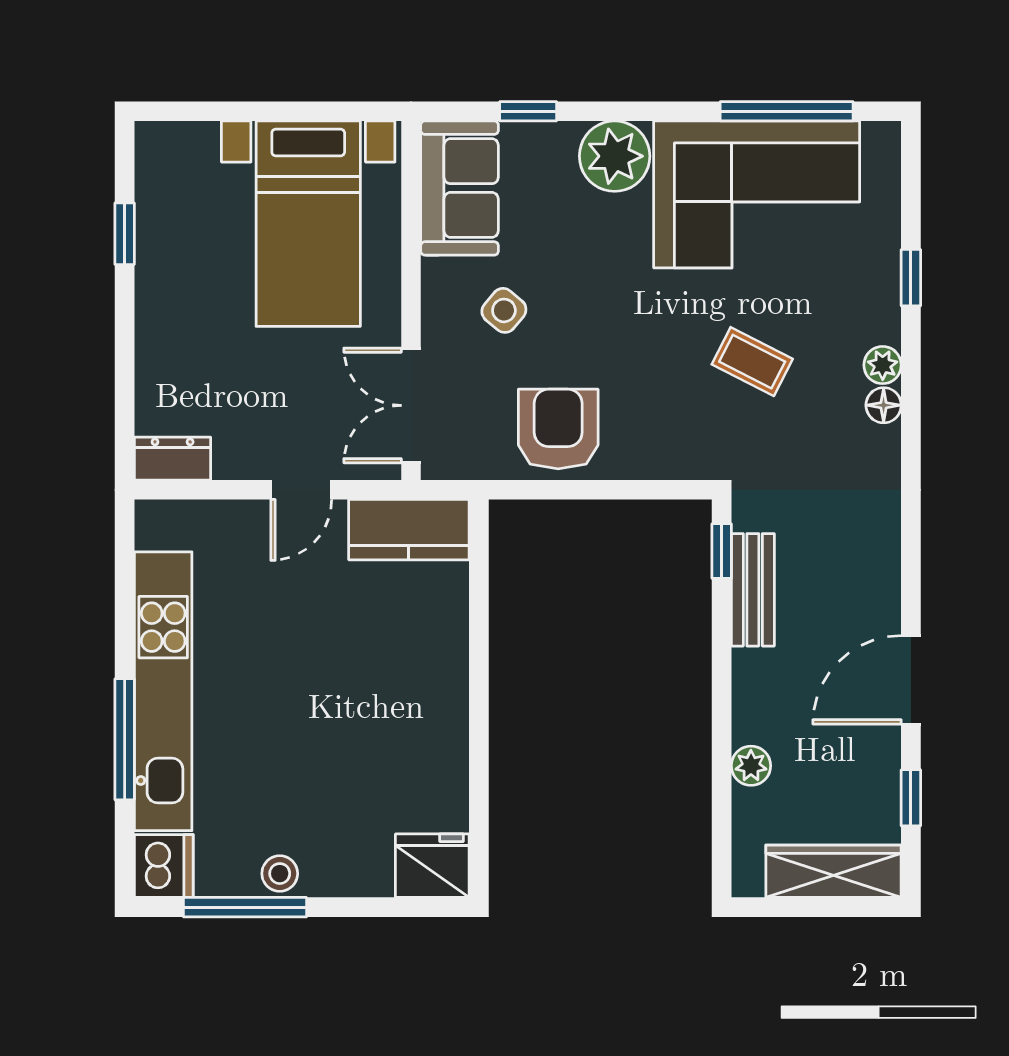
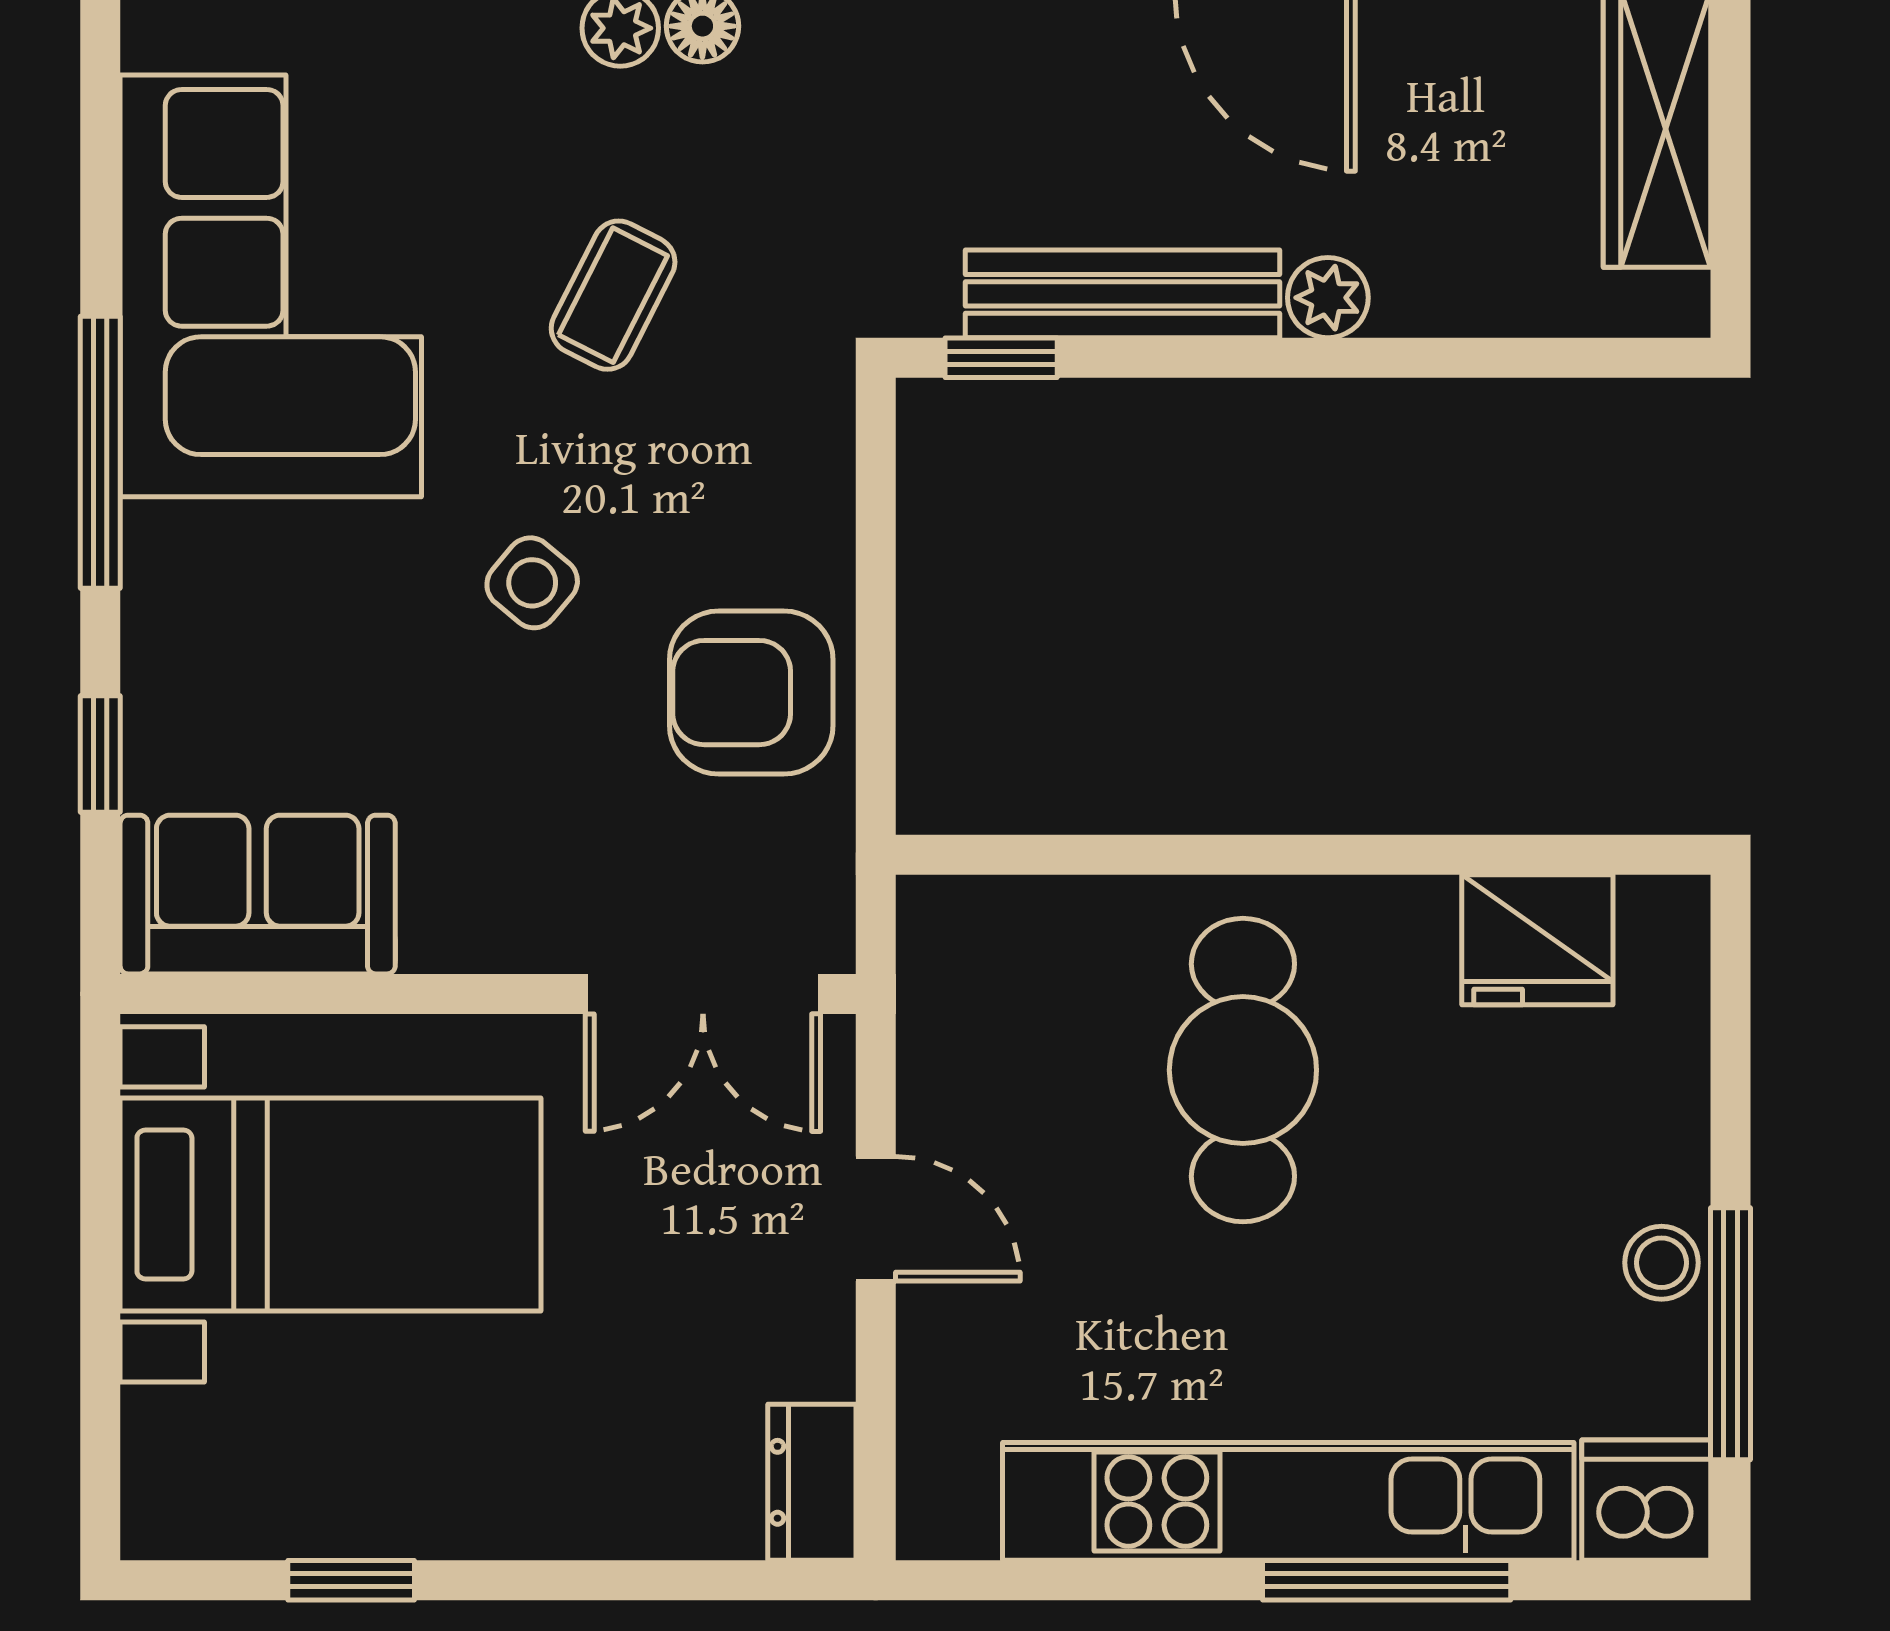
window: (787, 111) -> (100, 452), moved
plant: (615, 156) -> (192, 577), removed
side table: (504, 310) -> (532, 583), moved
kitchen counter: (409, 530) -> (957, 998), removed
bench: (753, 590) -> (1122, 294), width x1.36
cafe table: (374, 669) -> (1243, 1070), added
plant: (751, 766) -> (1328, 298), moved
fridge: (432, 866) -> (1537, 940), moved, turned -90

